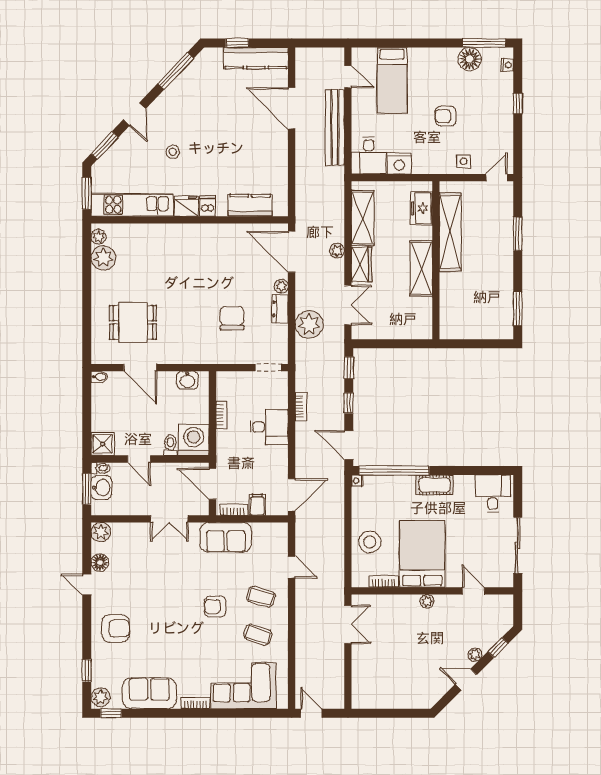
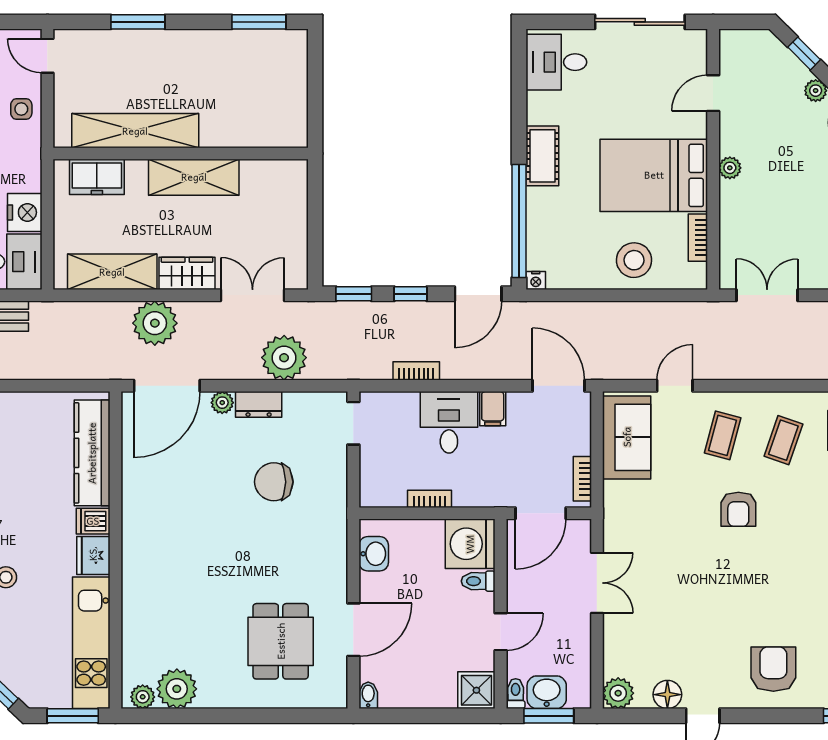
kitchen counter: (250, 205) -> (92, 453), width x1.50
plant: (337, 251) -> (155, 323), width x1.87, depth x1.87
filing cabinet: (257, 505) -> (493, 409), moved, turned -90
sofa: (226, 537) -> (627, 437), moved

